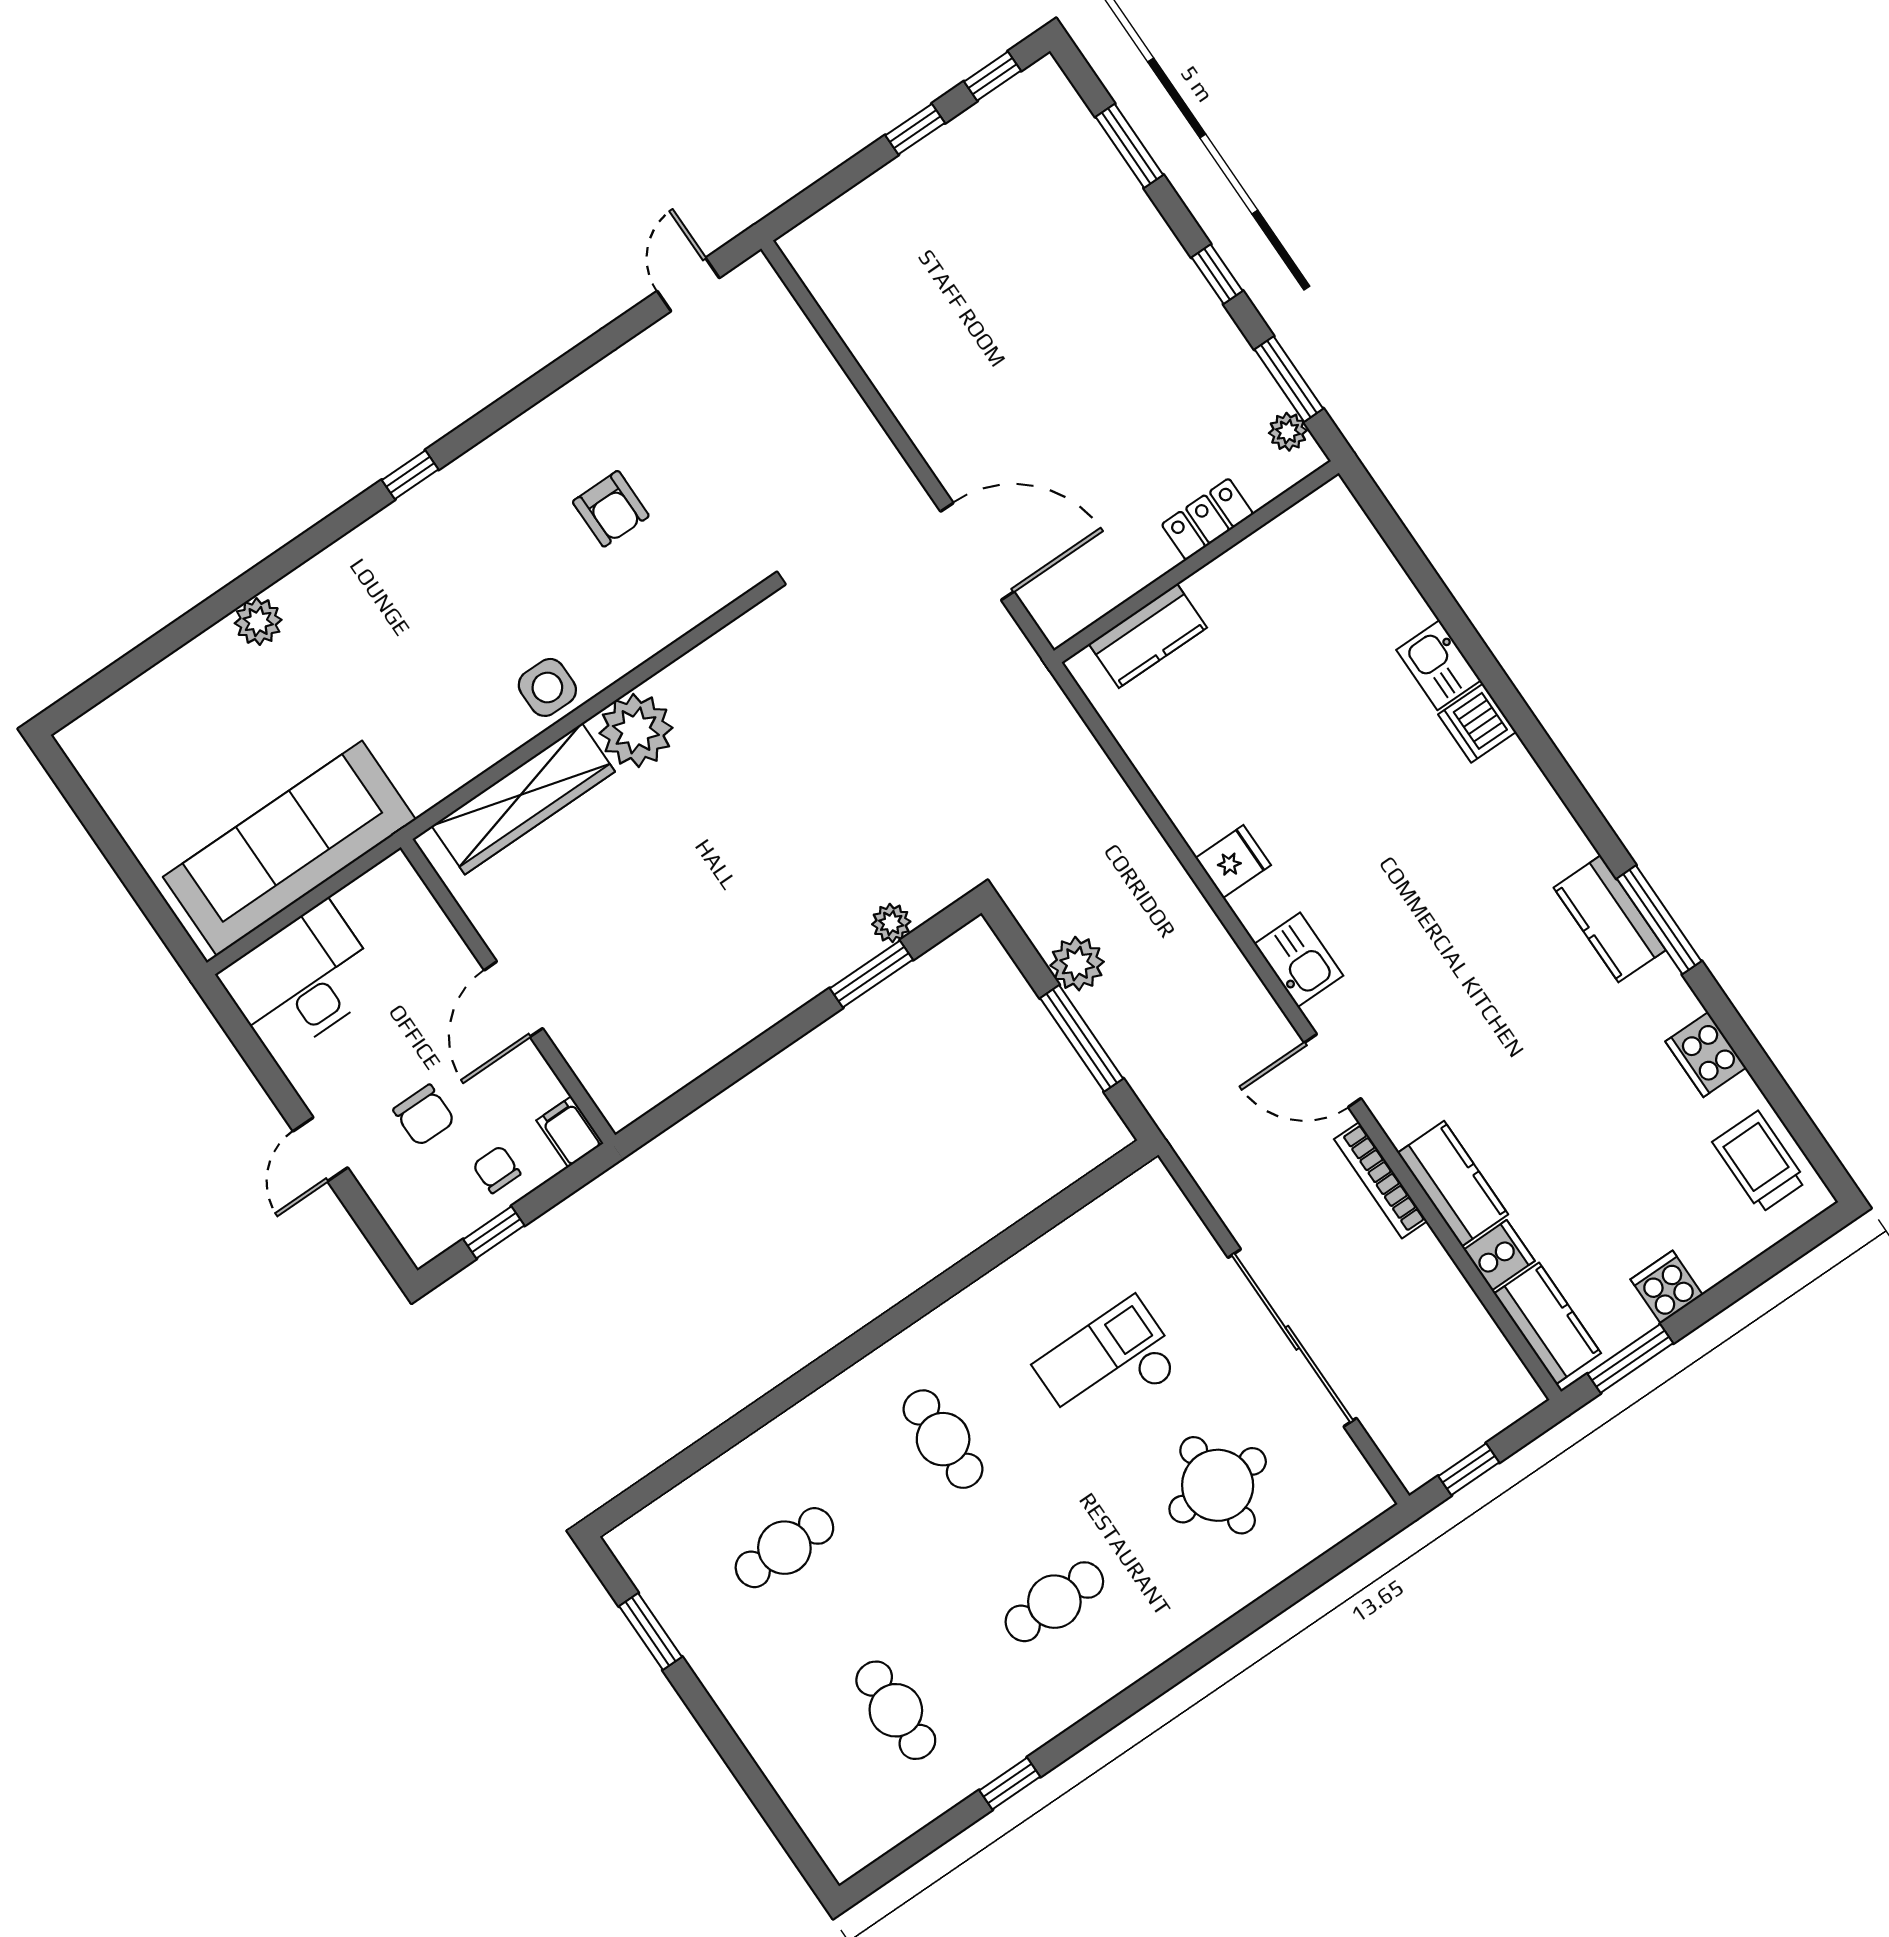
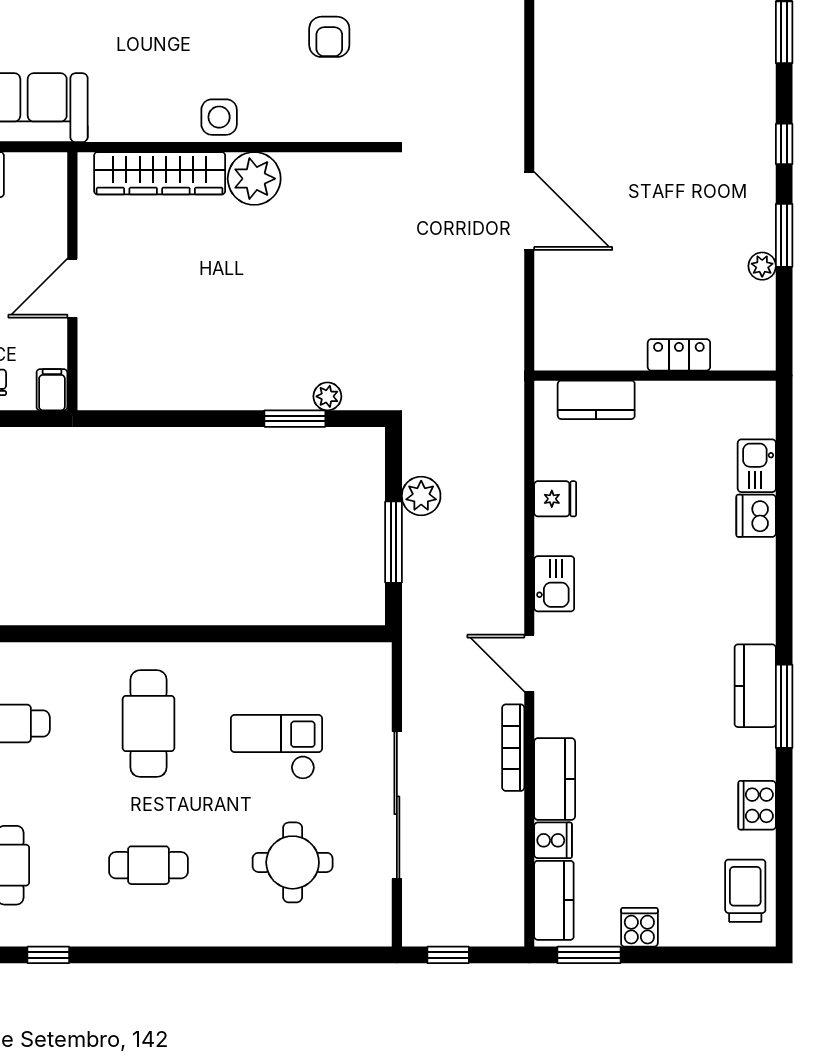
locker: (1207, 519) -> (679, 355), moved
wall: (1196, 562) -> (655, 376), moved
kitchen counter: (1148, 636) -> (596, 400), moved
cafe table: (943, 1439) -> (149, 724), width x1.37, depth x1.35

